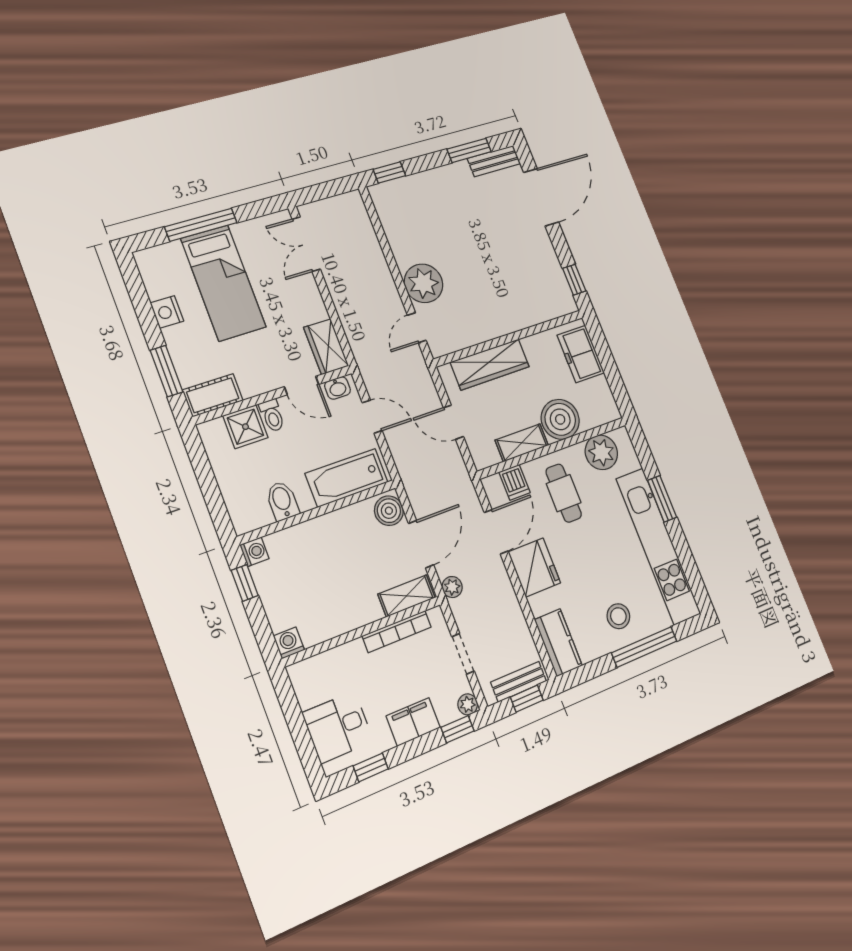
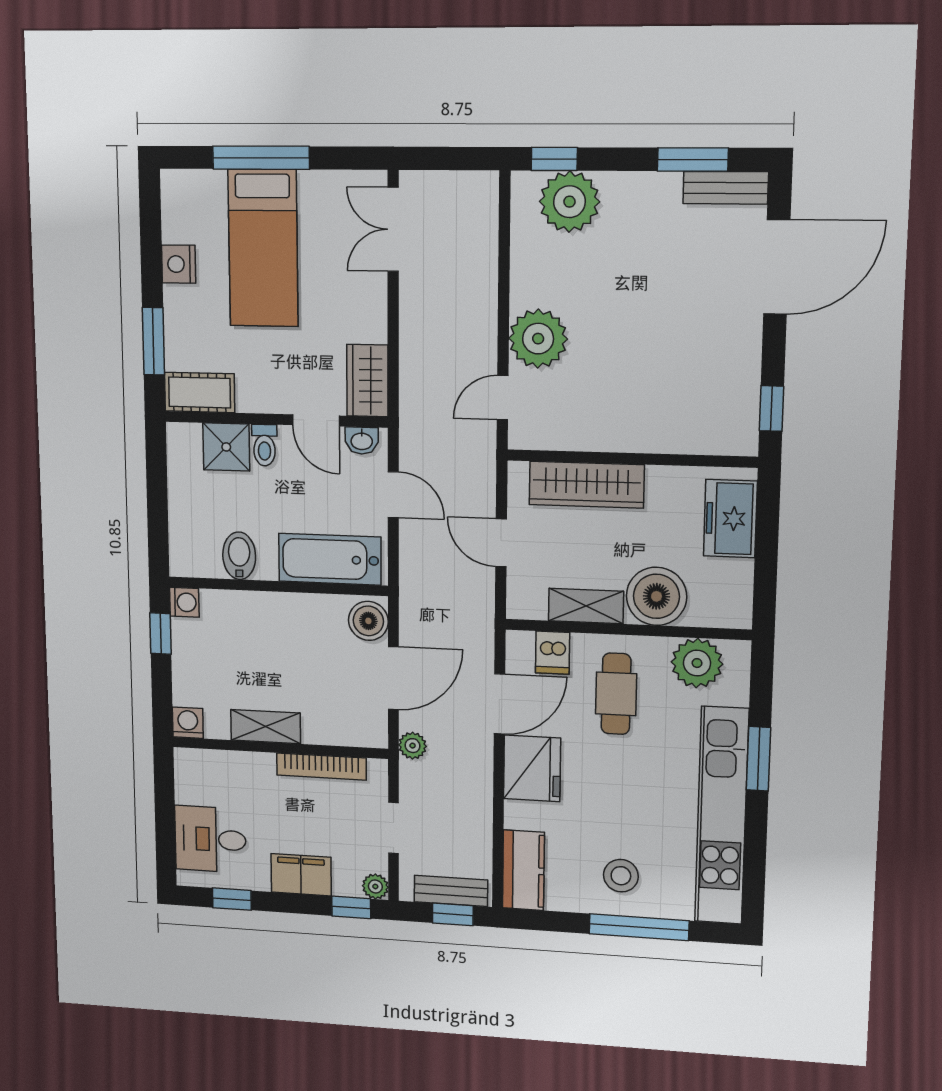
plant: (409, 195) -> (569, 202), added
shelving: (407, 596) -> (266, 727), moved

